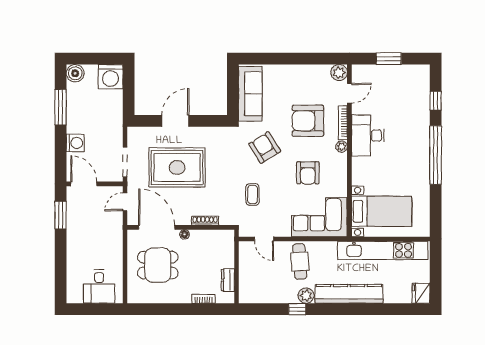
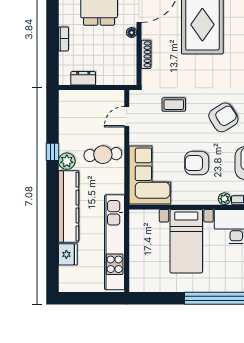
bed with nightstands: (382, 211) -> (186, 241), moved
fridge: (421, 293) -> (68, 254), moved, turned 90
bookcase: (204, 299) -> (63, 39), moved

